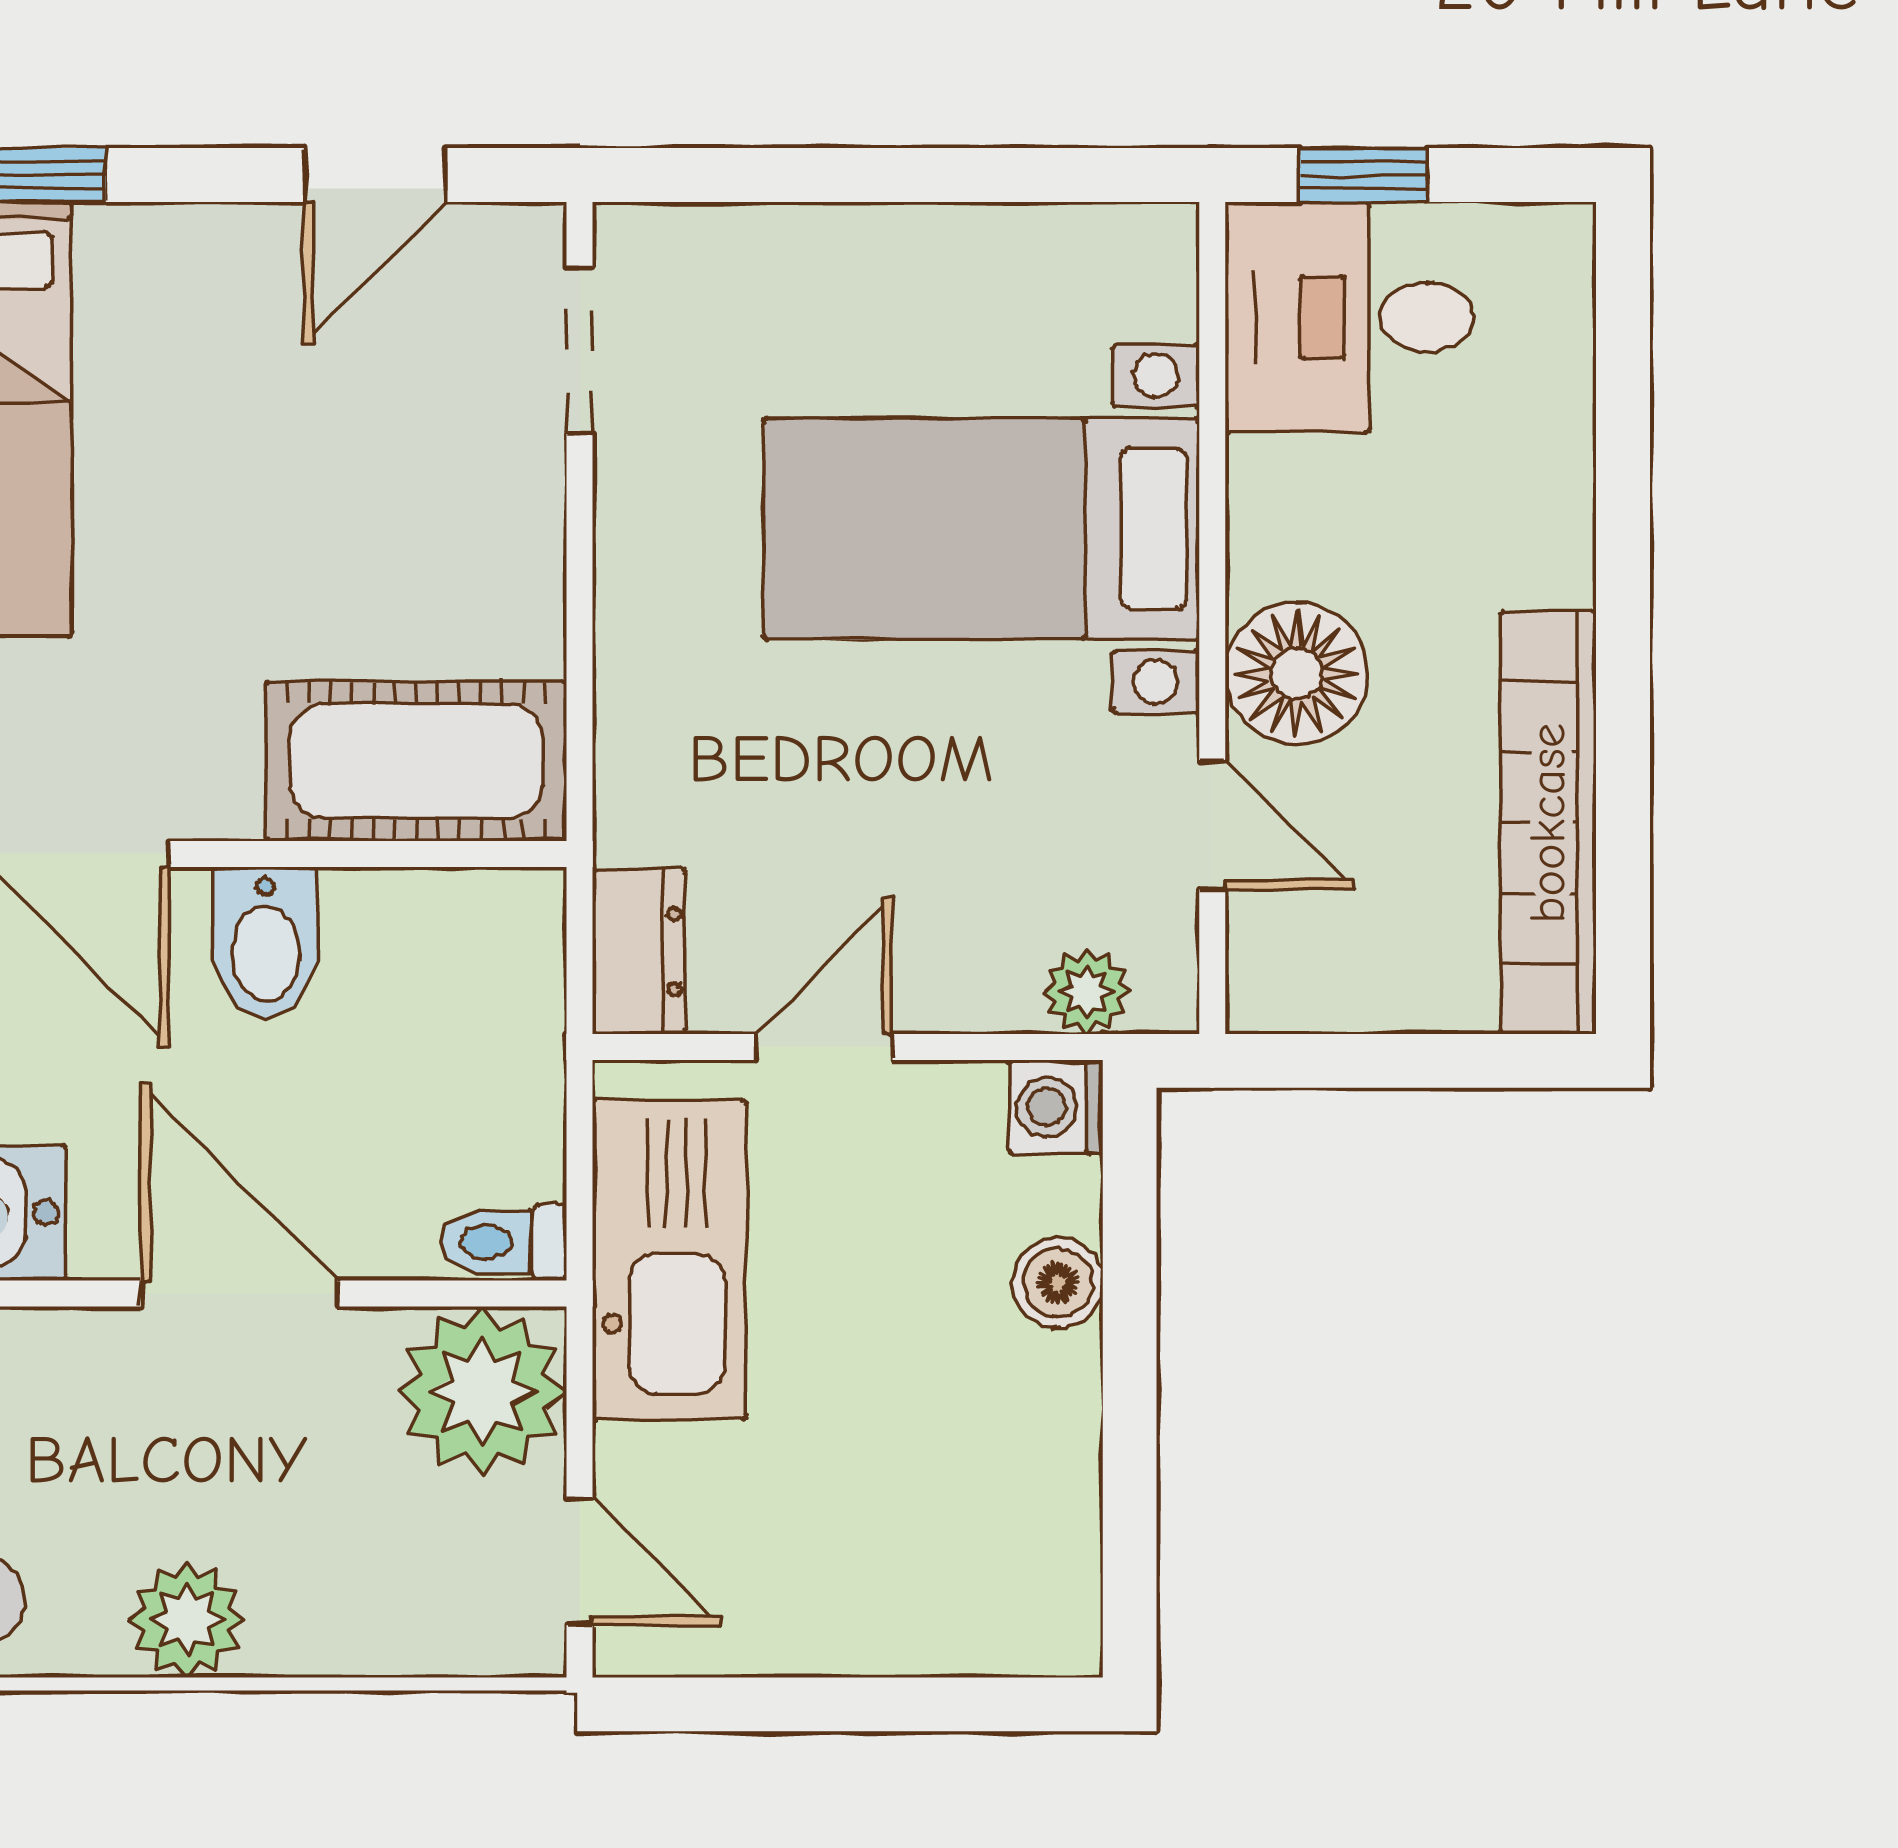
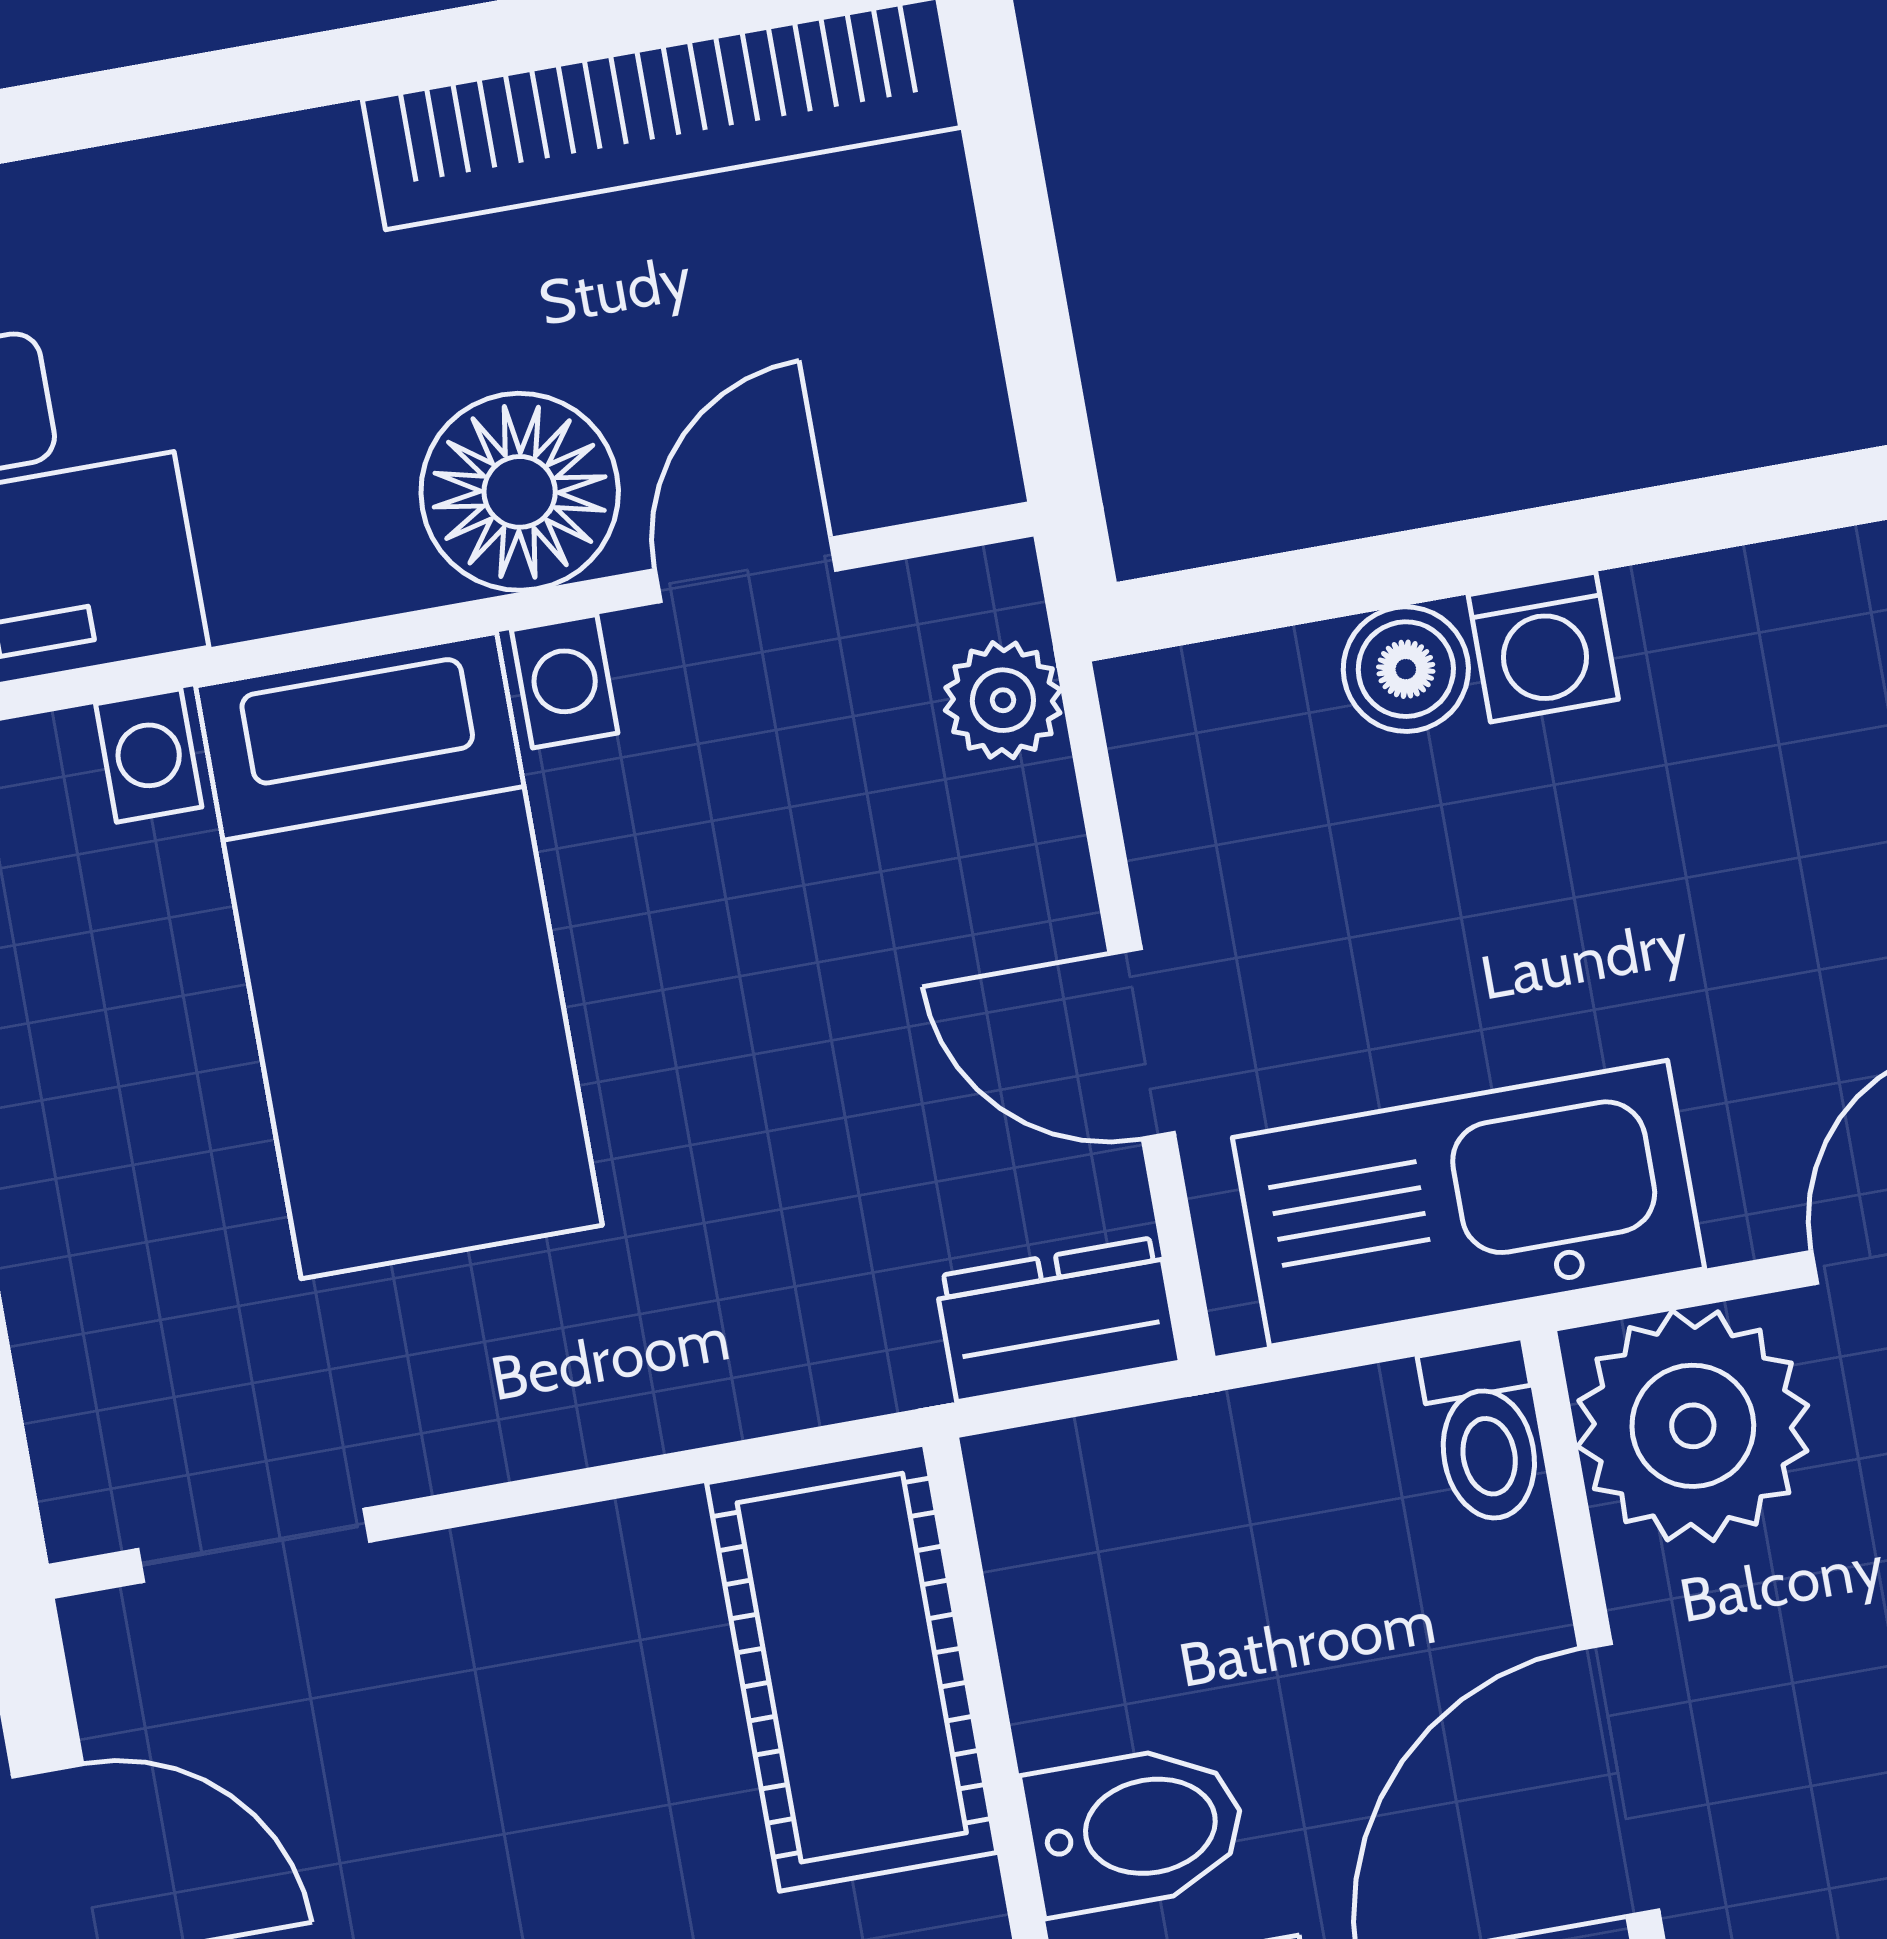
washing machine: (1056, 1107) -> (1543, 647), moved

